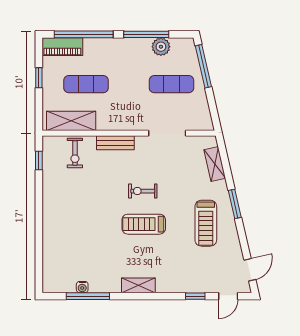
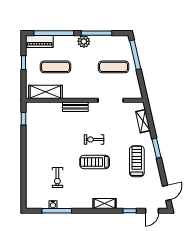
plant: (161, 47) -> (84, 41), moved
exercise bike: (75, 153) -> (57, 177), moved
treadmill: (206, 223) -> (137, 161), turned 180
shelving: (138, 285) -> (105, 203), moved

